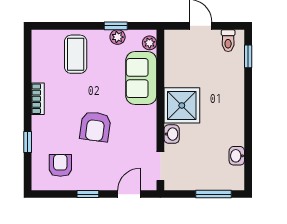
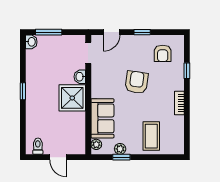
window: (248, 56) -> (23, 91), moved
washbasin: (237, 156) -> (31, 42), moved

